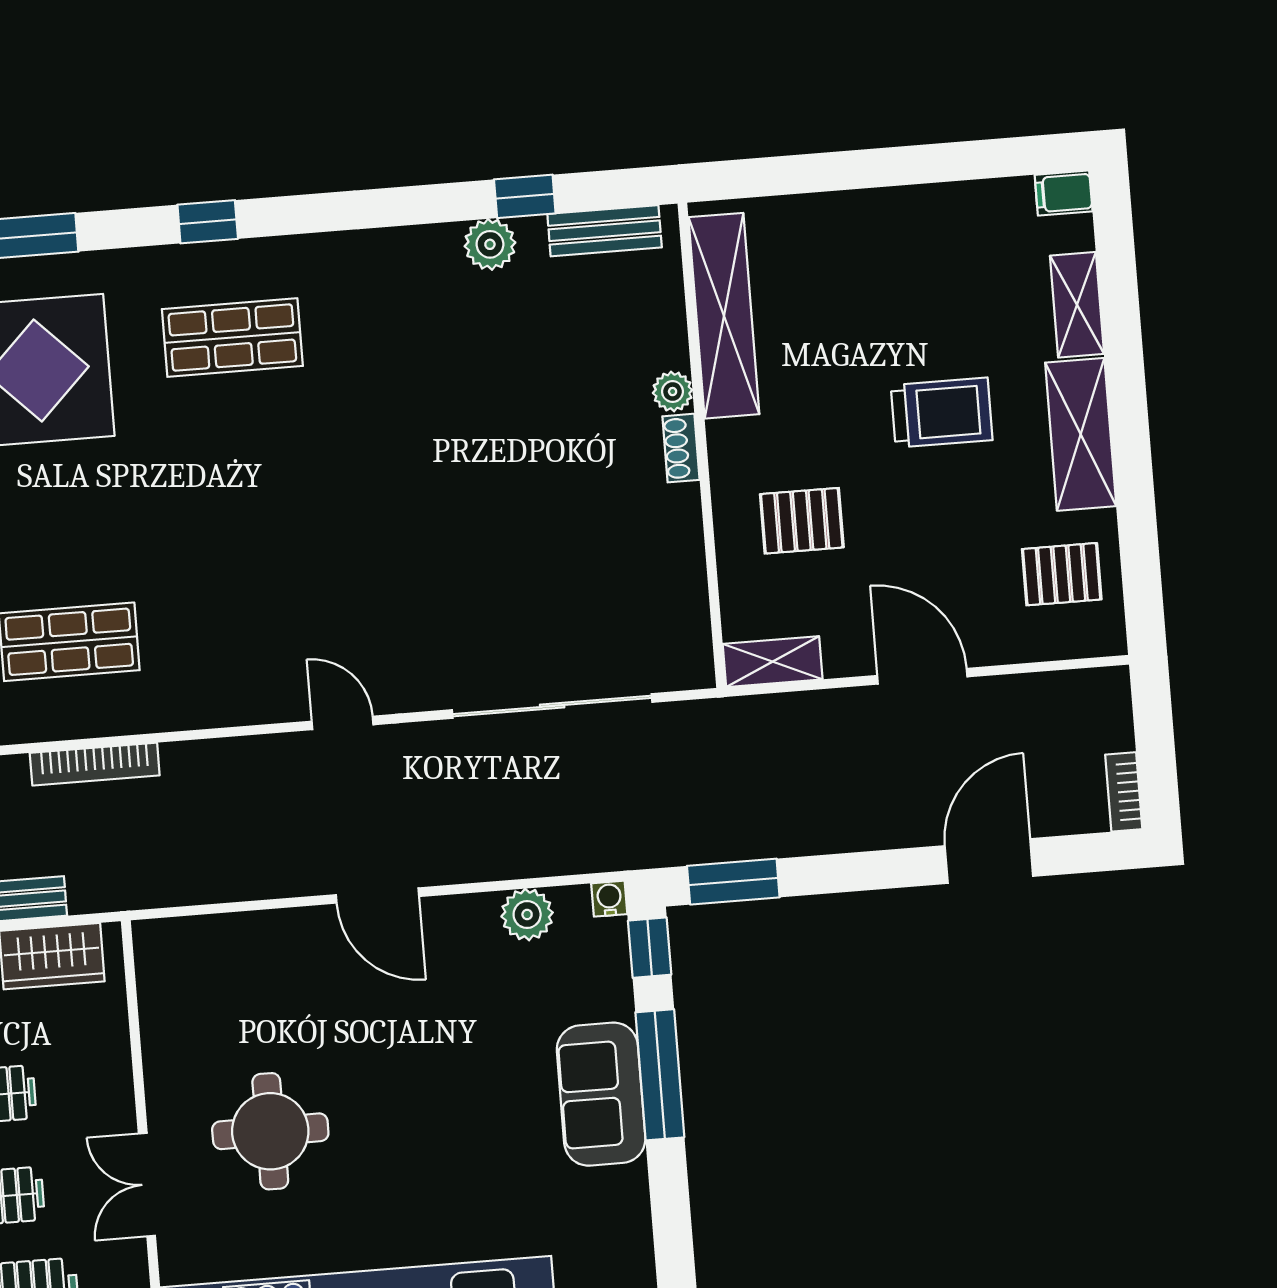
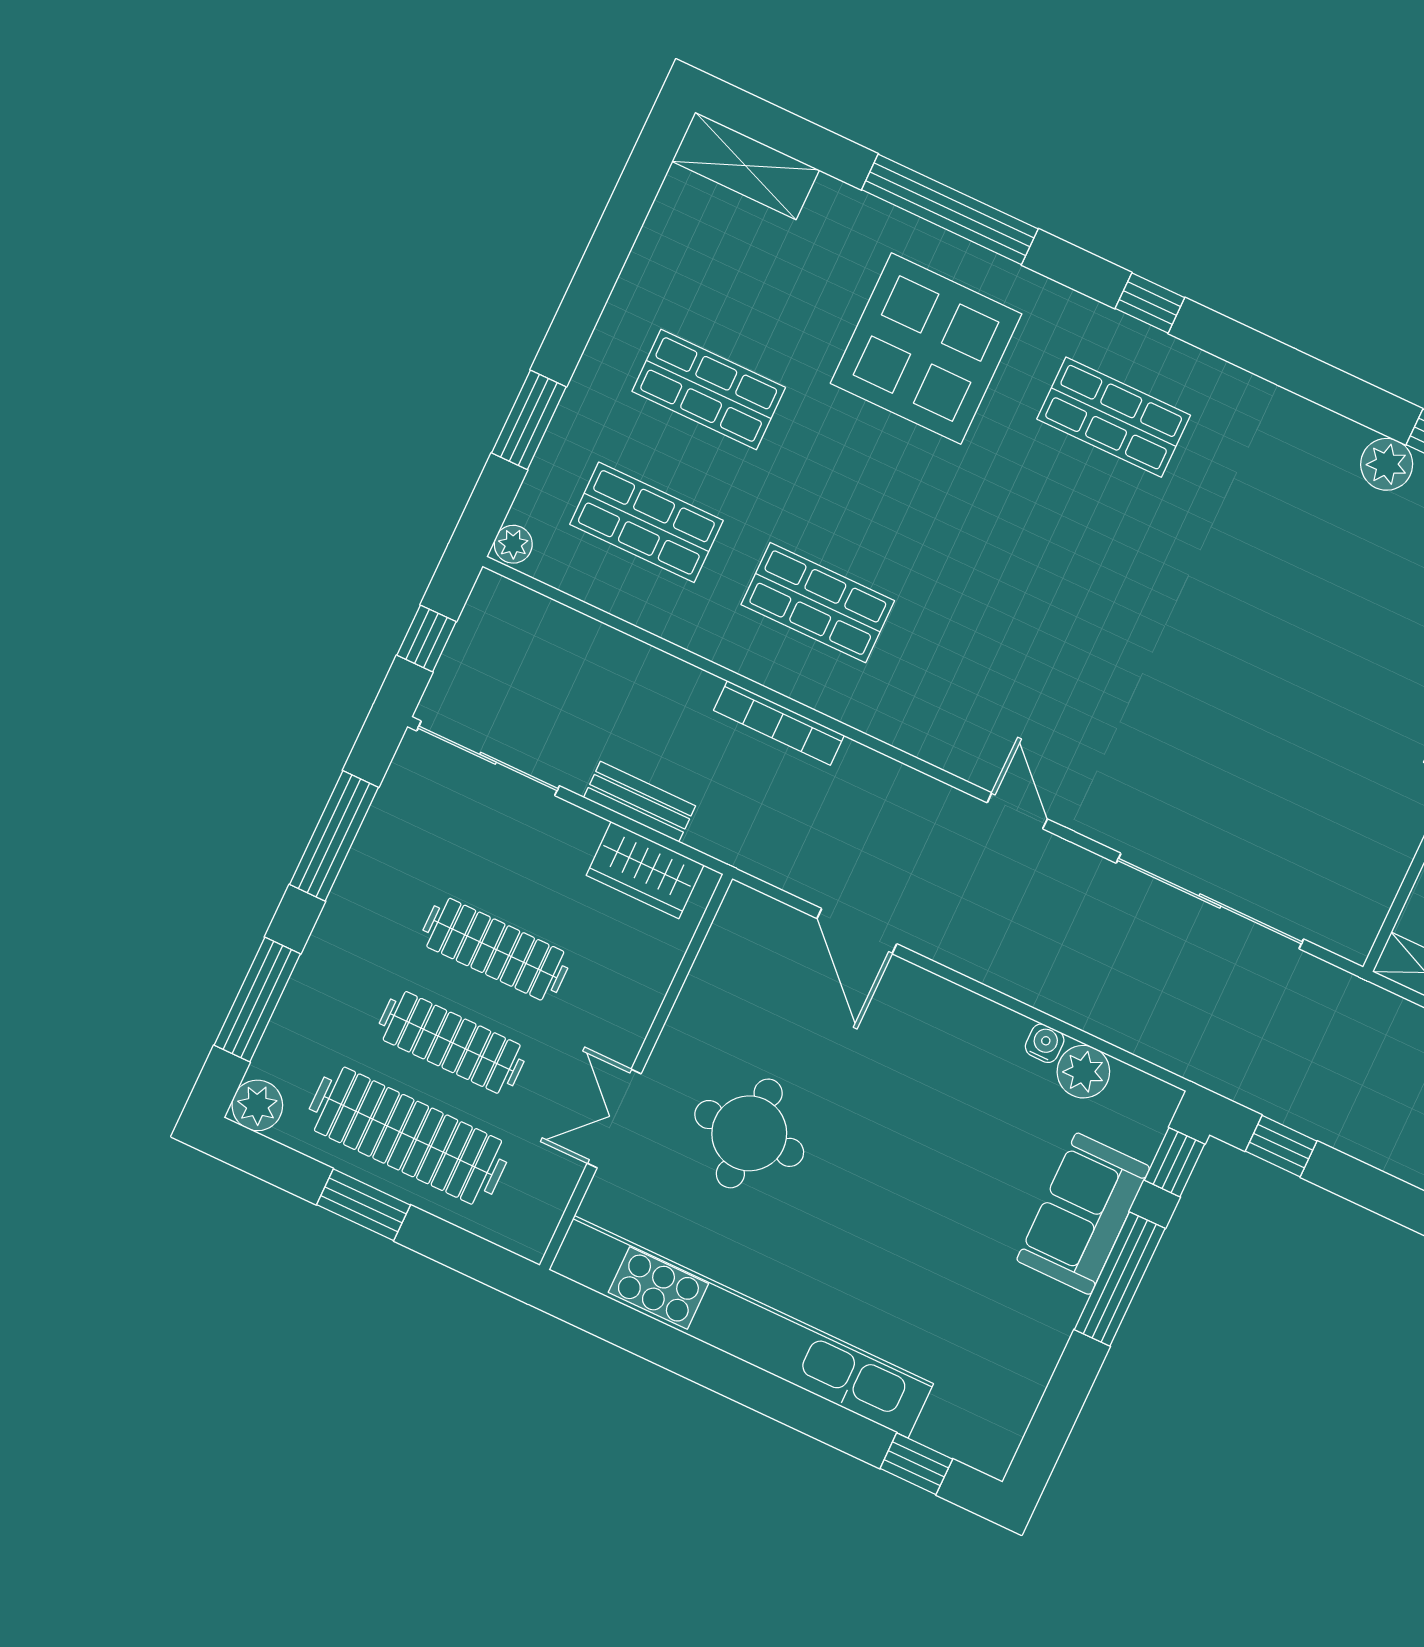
window: (733, 882) -> (1281, 1146), width x0.67
door: (378, 896) -> (857, 931), moved
water cooler: (609, 899) -> (1045, 1043), moved
sofa: (601, 1094) -> (1083, 1214), moved

